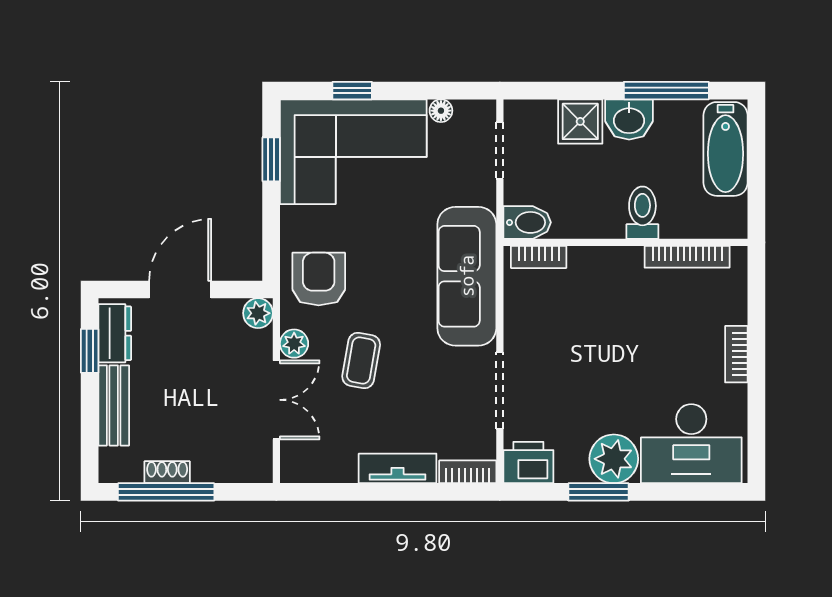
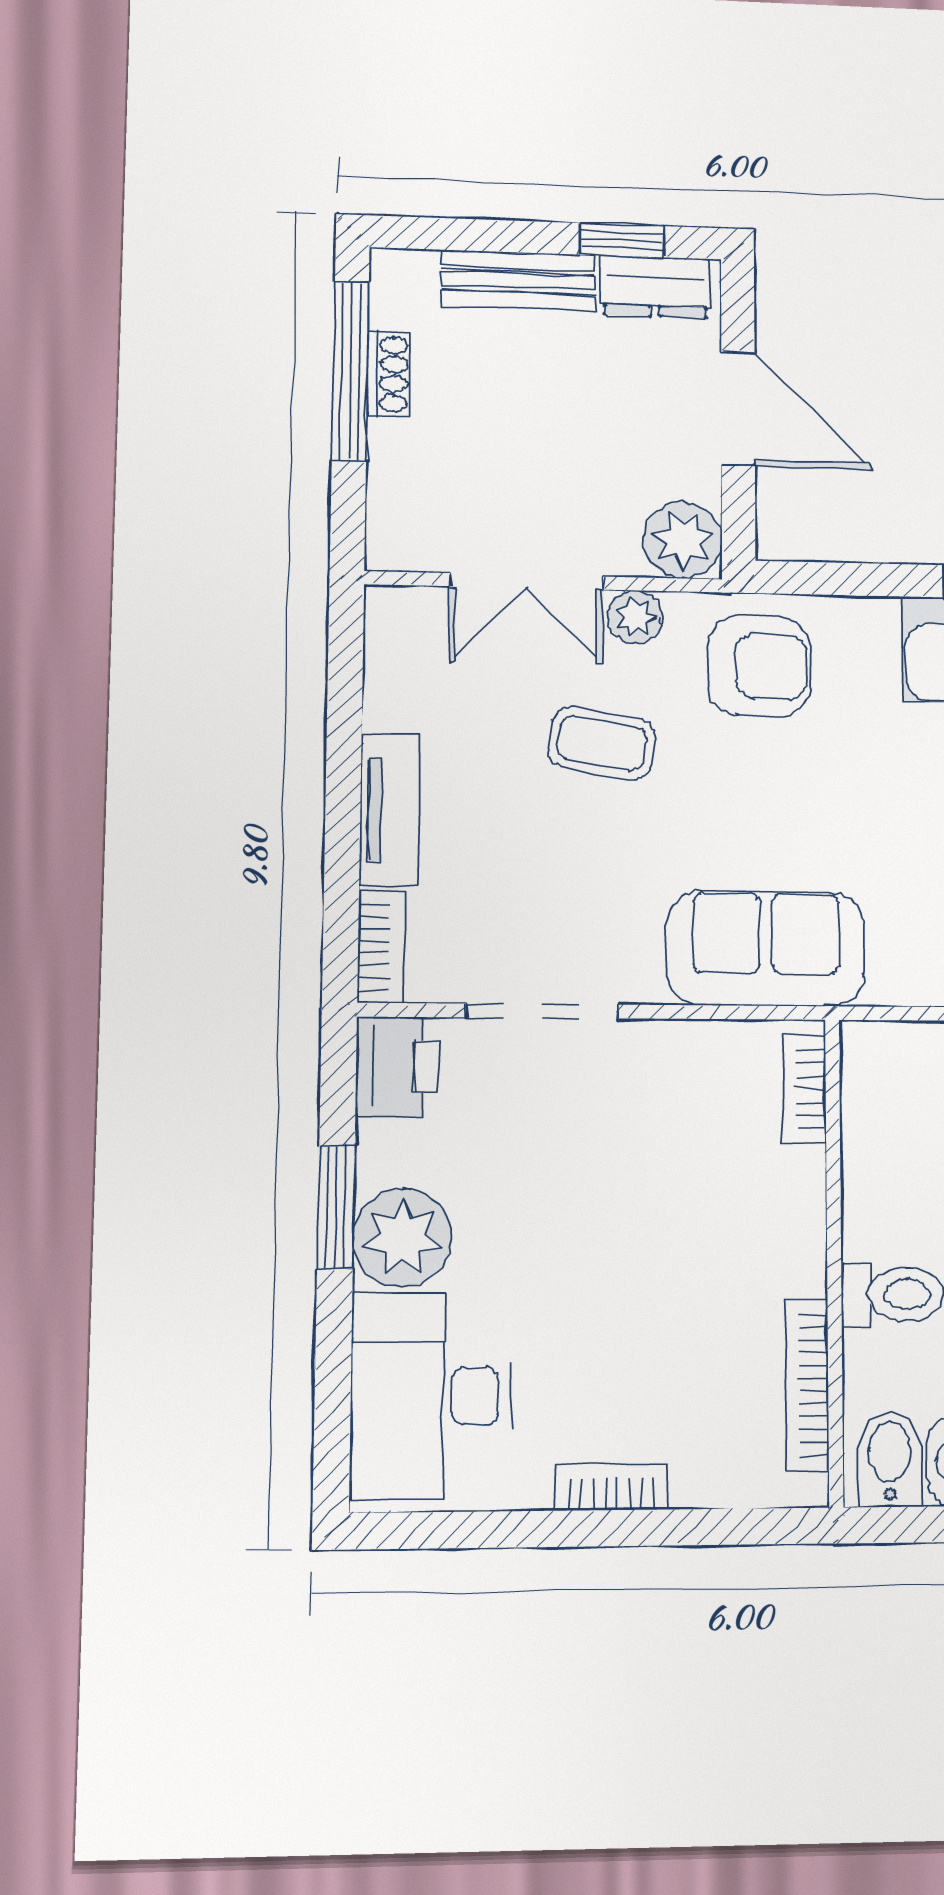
bidet: (527, 222) -> (890, 1459), moved, turned 180
sofa: (467, 276) -> (766, 949), width x0.73
plant: (258, 313) -> (683, 540), width x1.38, depth x1.38

